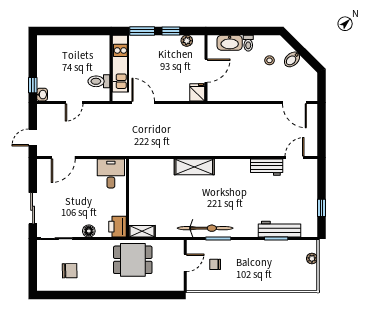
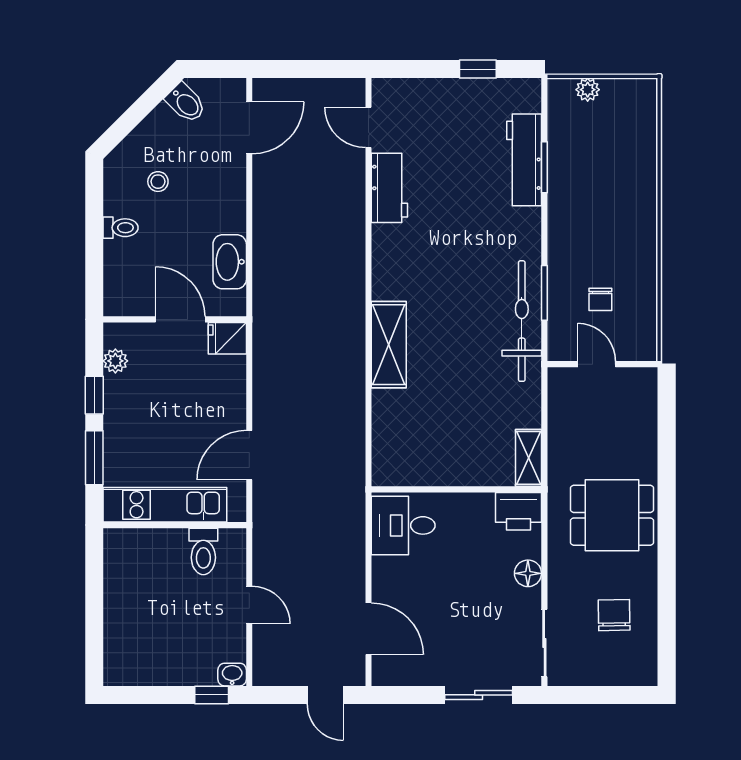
washbasin: (230, 43) -> (230, 262), moved, turned 180
bidet: (292, 59) -> (186, 103), moved
dining table: (133, 260) -> (612, 515), moved, turned 90

